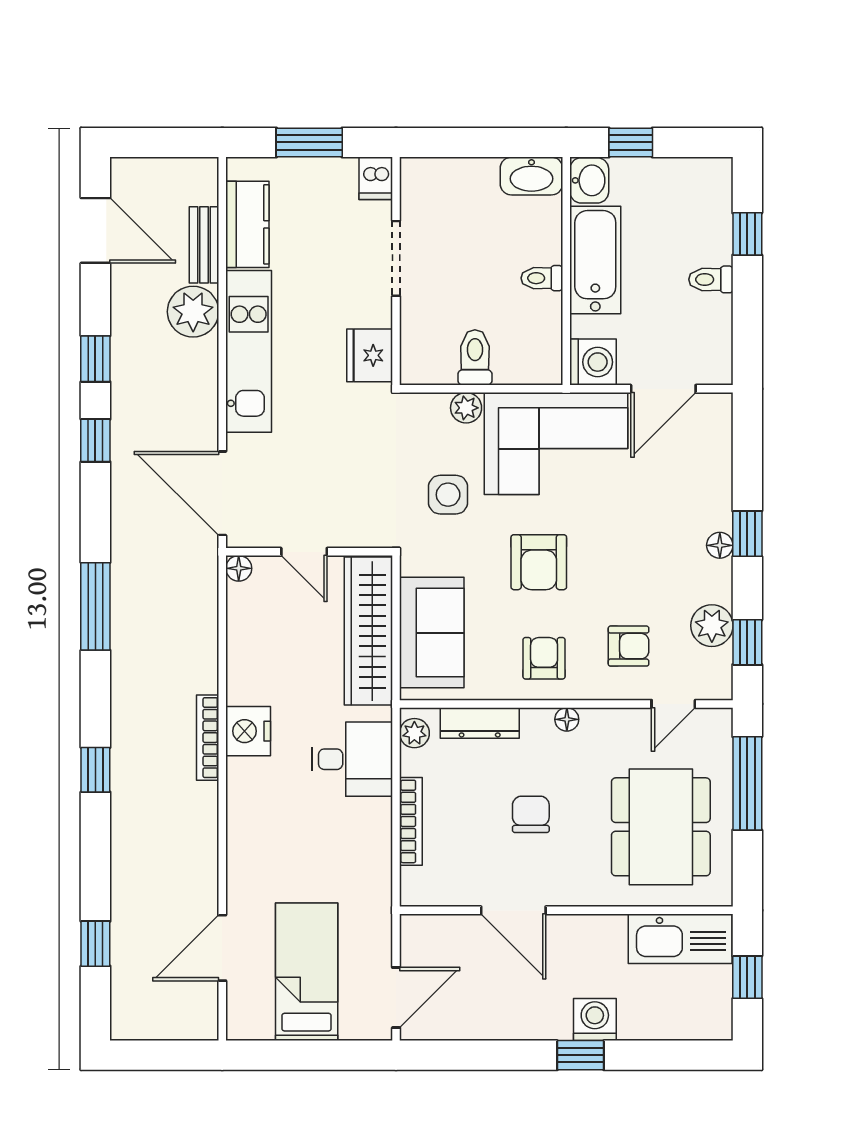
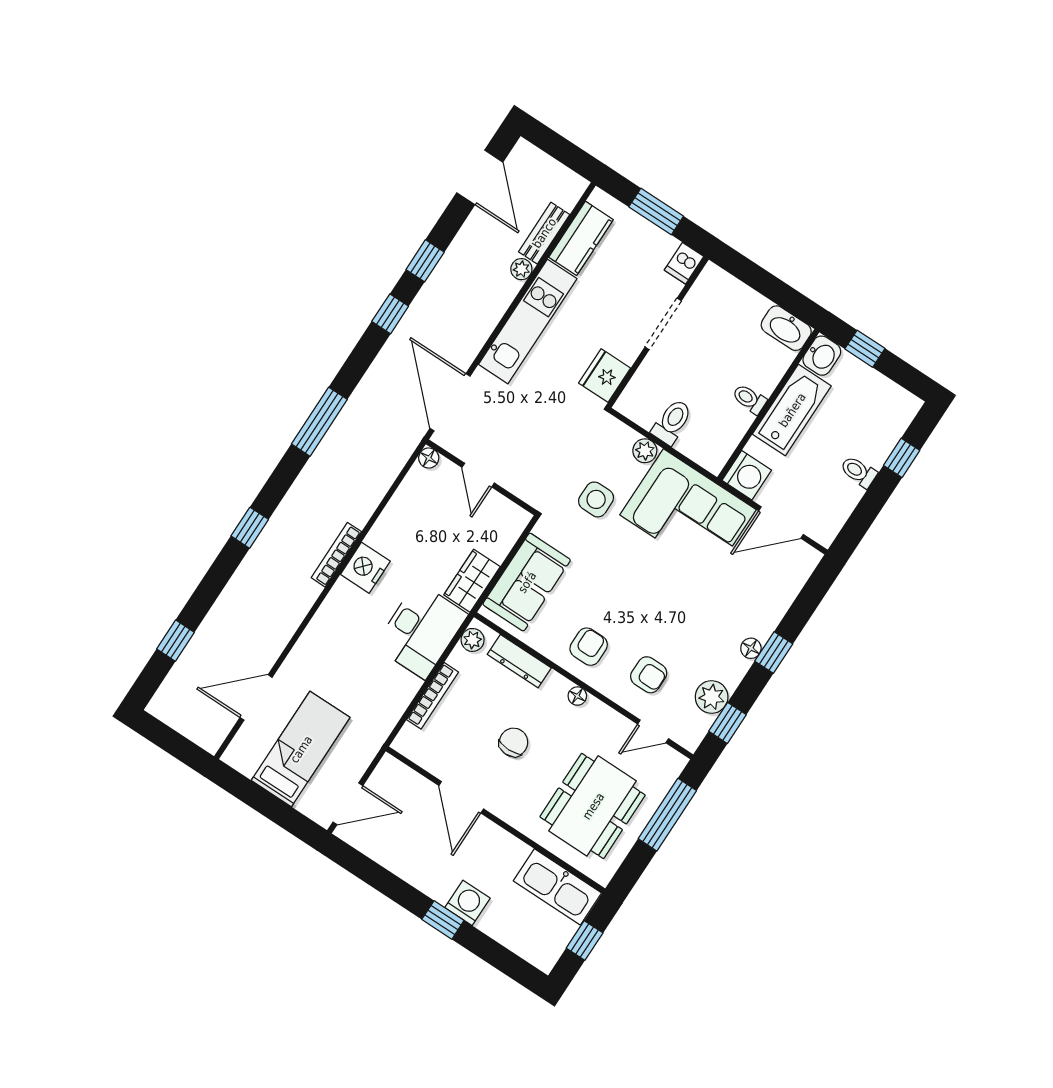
plant: (193, 312) -> (521, 269), width x0.53, depth x0.53
armchair: (539, 562) -> (626, 582), removed
wardrobe: (368, 631) -> (472, 581), width x0.48, depth x0.85
desk: (352, 759) -> (421, 630), width x1.37

